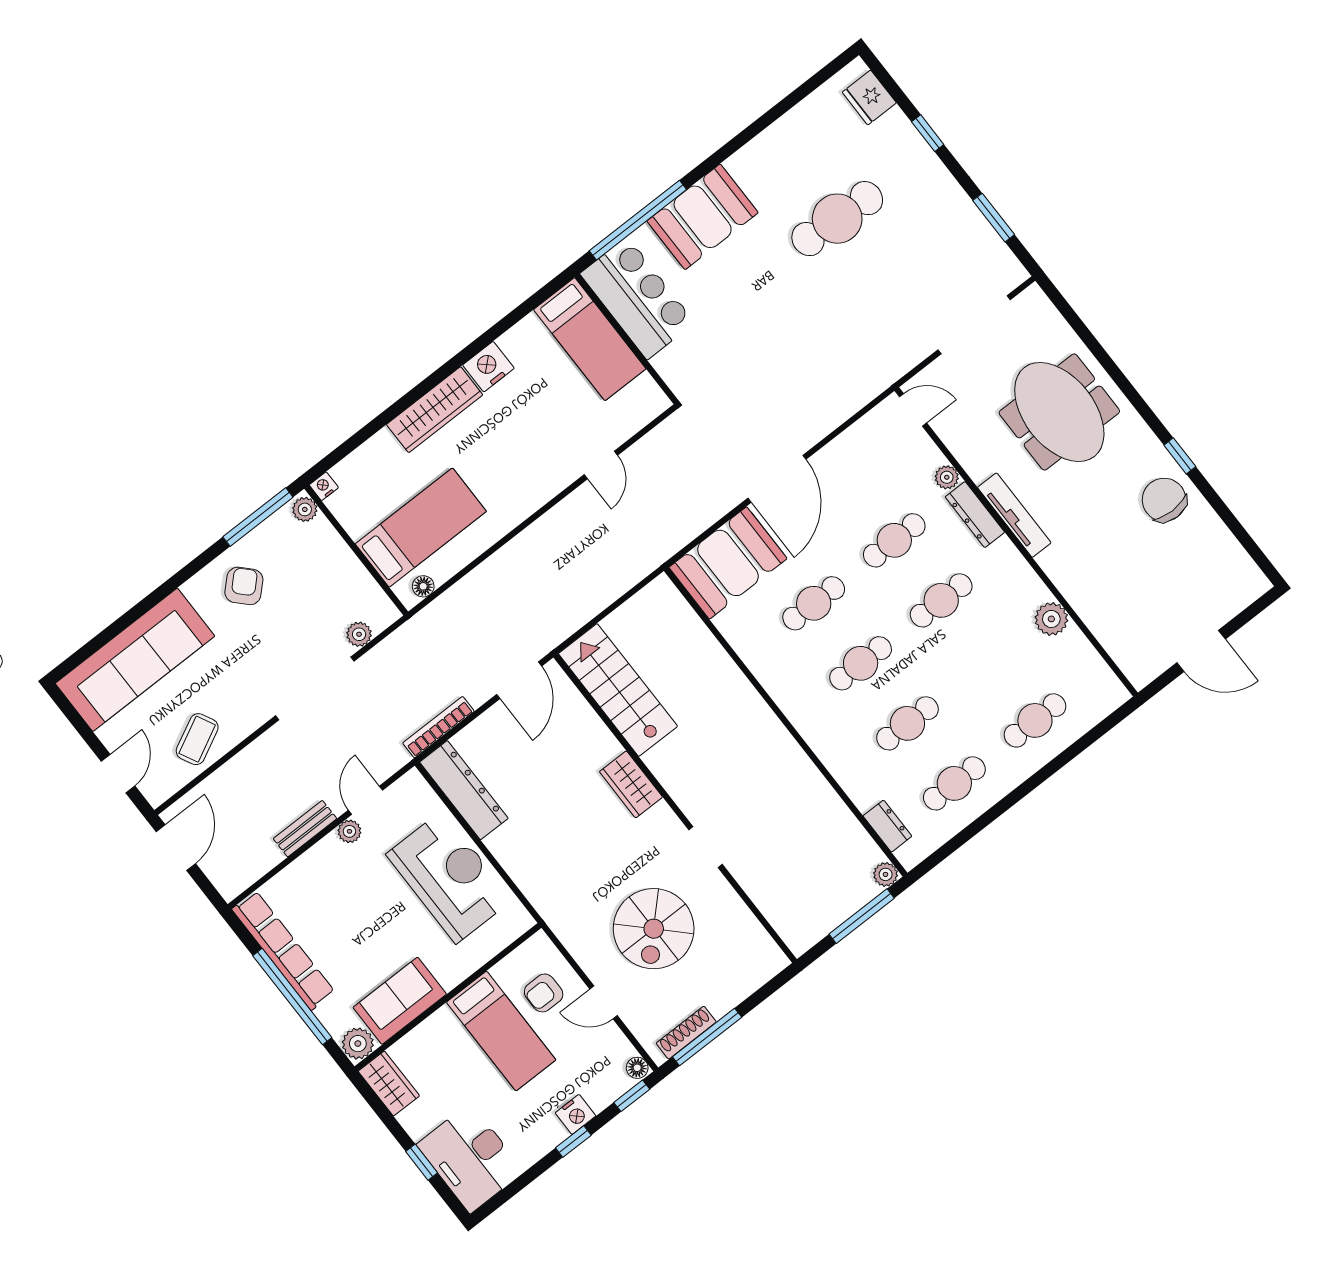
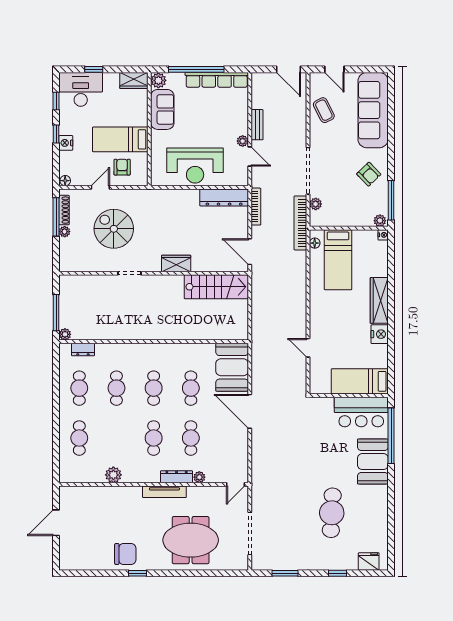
bookcase: (409, 635) -> (300, 223), added
plant: (720, 1005) -> (65, 232), added
window: (632, 1096) -> (56, 101), moved

